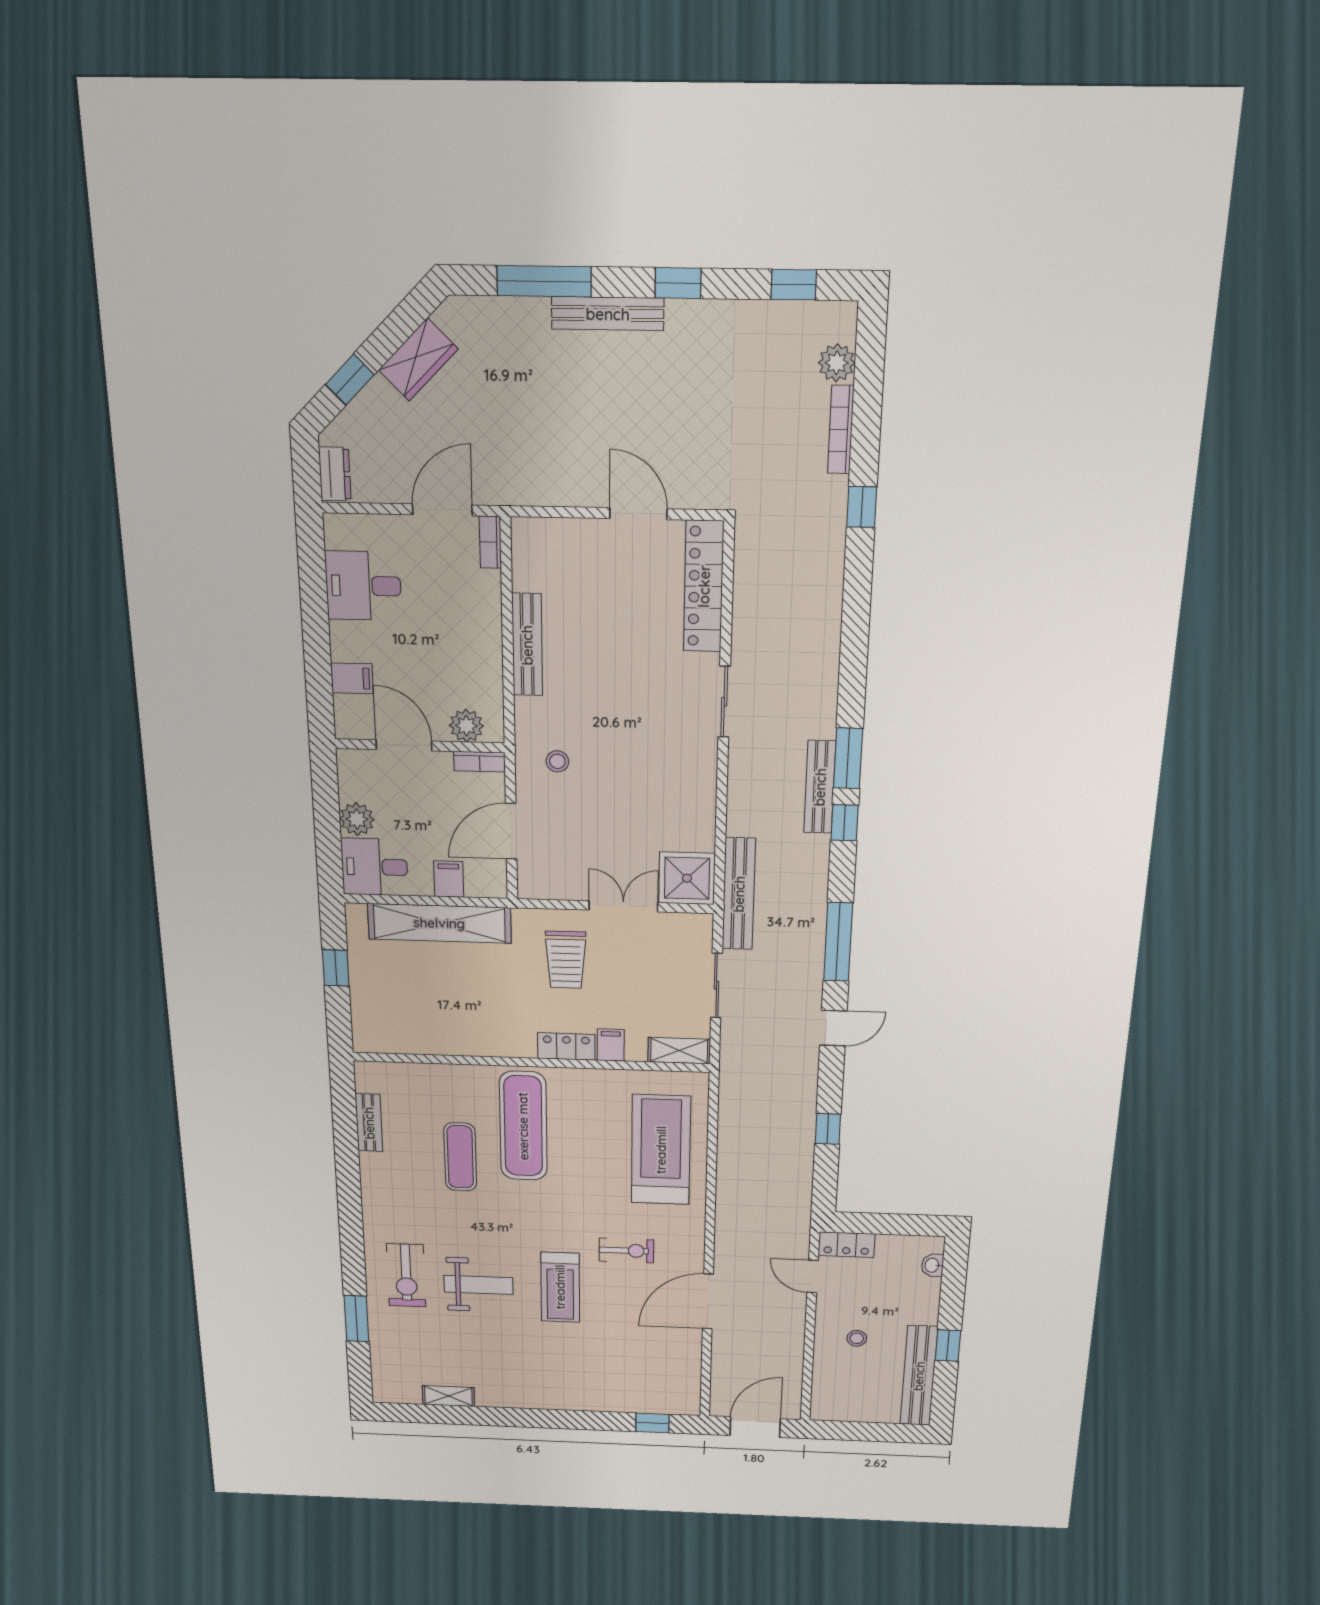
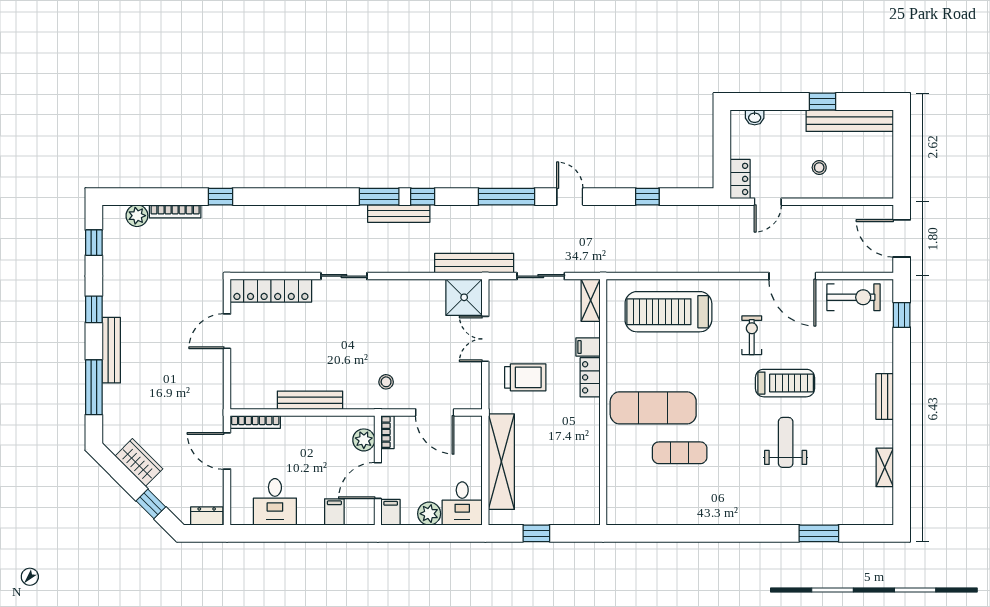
bookcase: (490, 542) -> (255, 422), width x1.56
filing cabinet: (449, 879) -> (391, 512), moved, turned 90
bench: (369, 1123) -> (885, 397), moved, turned 90
exercise bike: (406, 1275) -> (854, 297), moved

